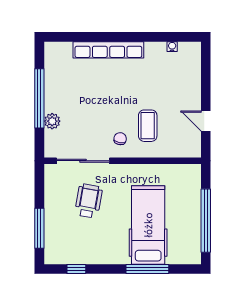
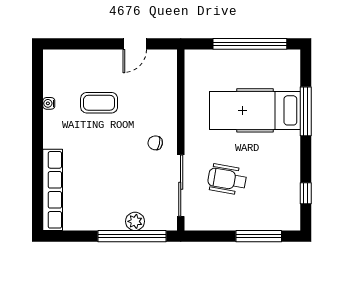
water cooler: (172, 47) -> (49, 103), moved
row of seats: (108, 50) -> (53, 190), moved
window: (39, 98) -> (132, 236), moved
coffee table: (148, 126) -> (99, 103), moved

